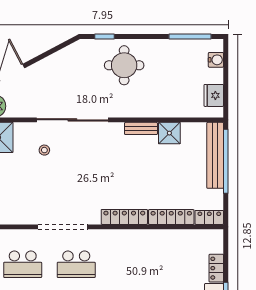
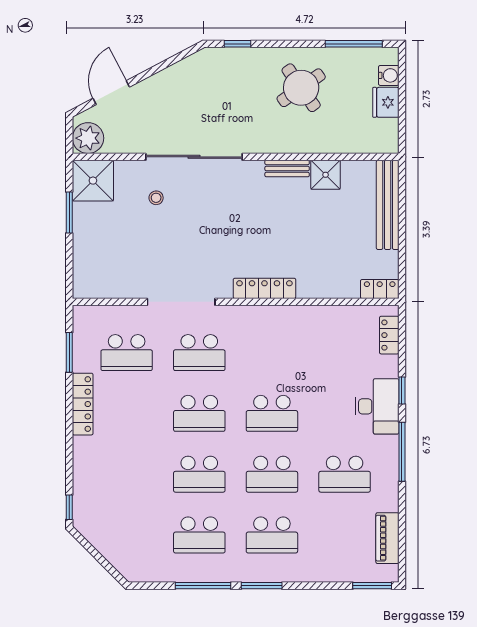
round table: (124, 65) -> (301, 88), moved, turned -35
fridge: (214, 95) -> (386, 102), moved
window: (226, 161) -> (402, 213), removed
locker: (171, 217) -> (328, 289), removed
locker: (216, 268) -> (389, 335), moved

